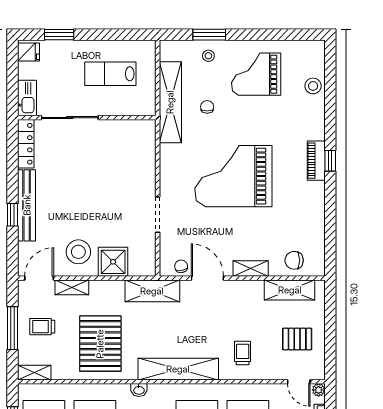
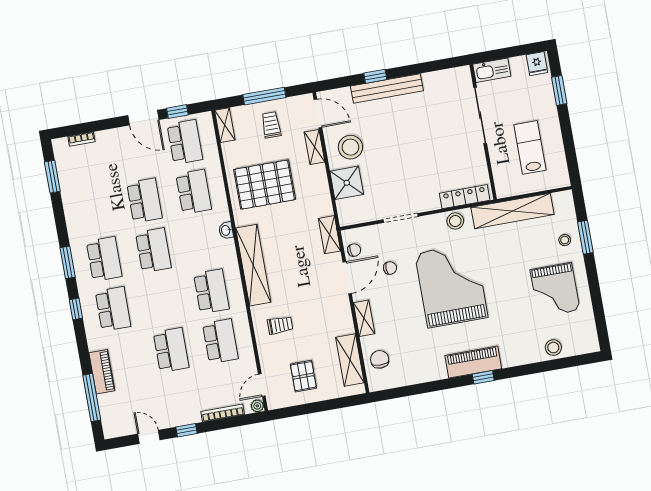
grand piano: (256, 74) -> (555, 290), turned 180
chair: (207, 107) -> (390, 268), moved
locker: (26, 144) -> (465, 197), moved, turned 180
stool: (170, 161) -> (455, 221), added
piano: (316, 161) -> (473, 362), width x1.37, depth x1.33
shelving: (152, 291) -> (329, 235), width x0.67, depth x0.75

